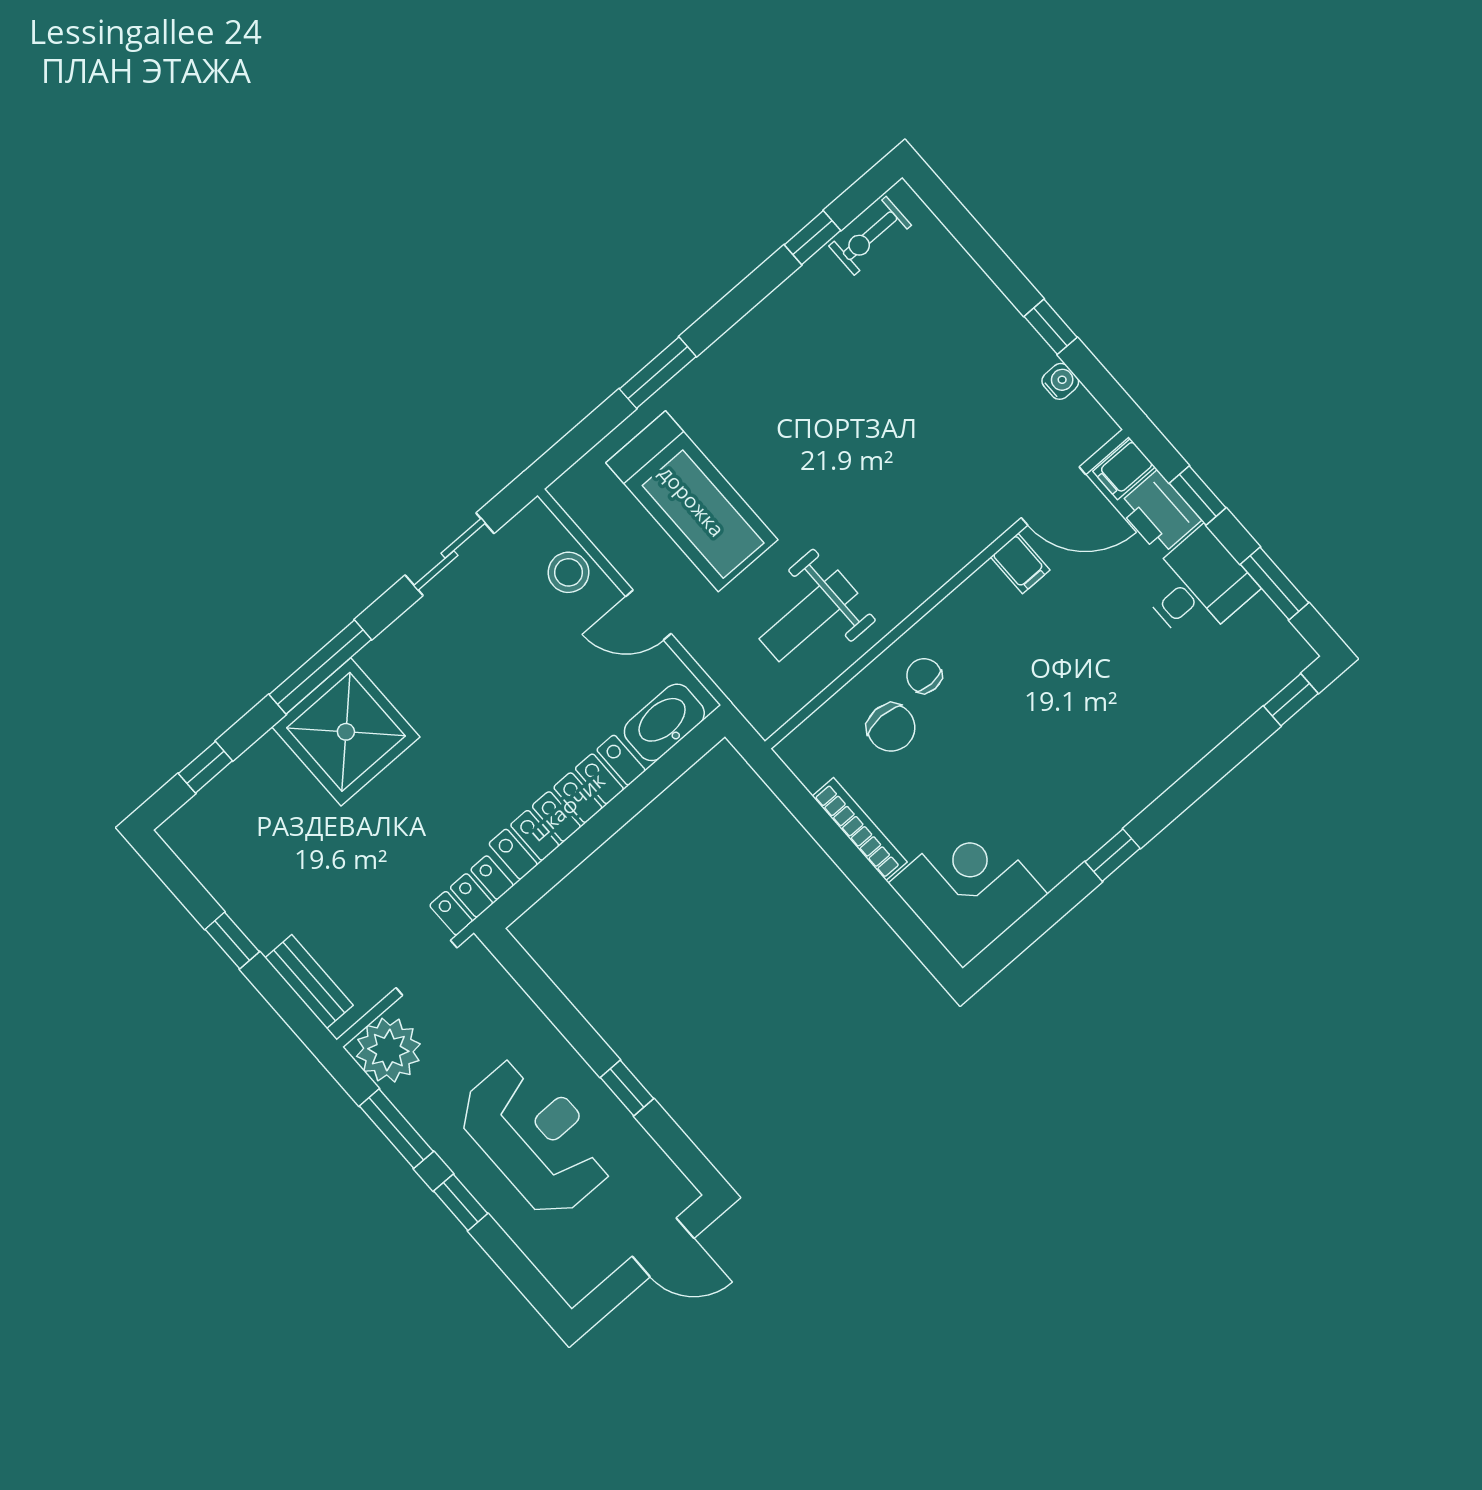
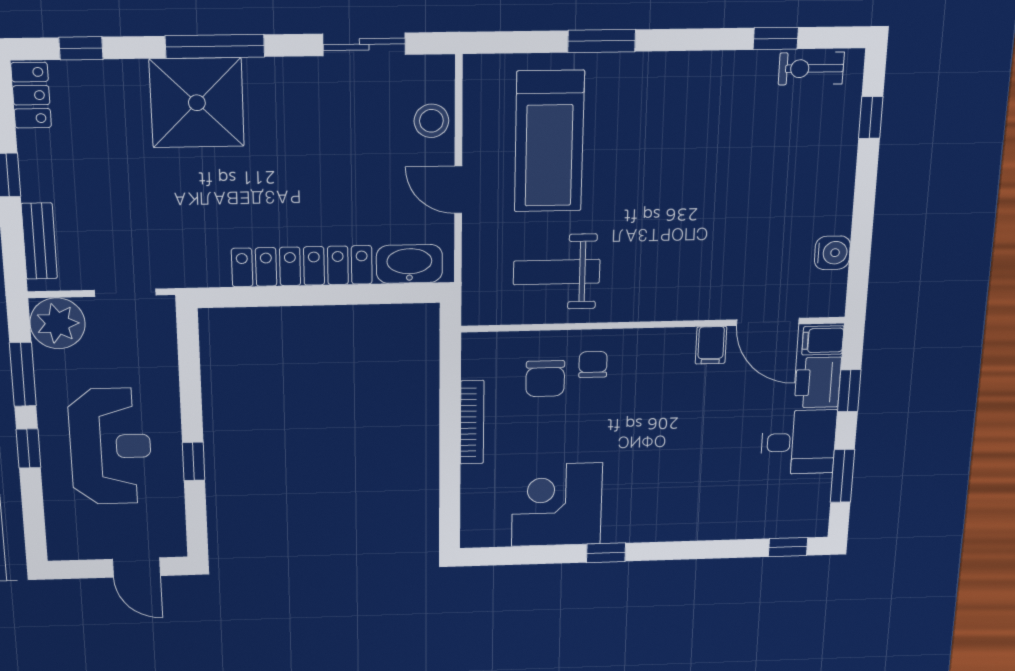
window: (1051, 327) -> (871, 118), moved
water cooler: (1060, 381) -> (832, 253), width x1.38, depth x1.38
corner desk: (968, 889) -> (557, 505), moved, turned -90
locker: (472, 895) -> (31, 95), moved, turned 90

